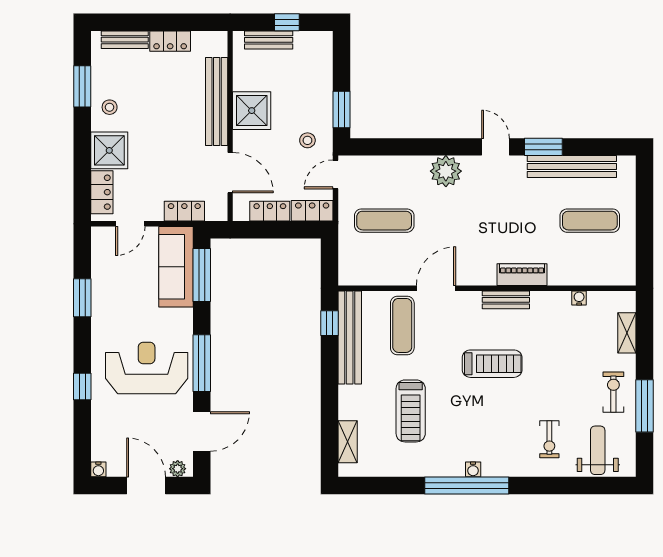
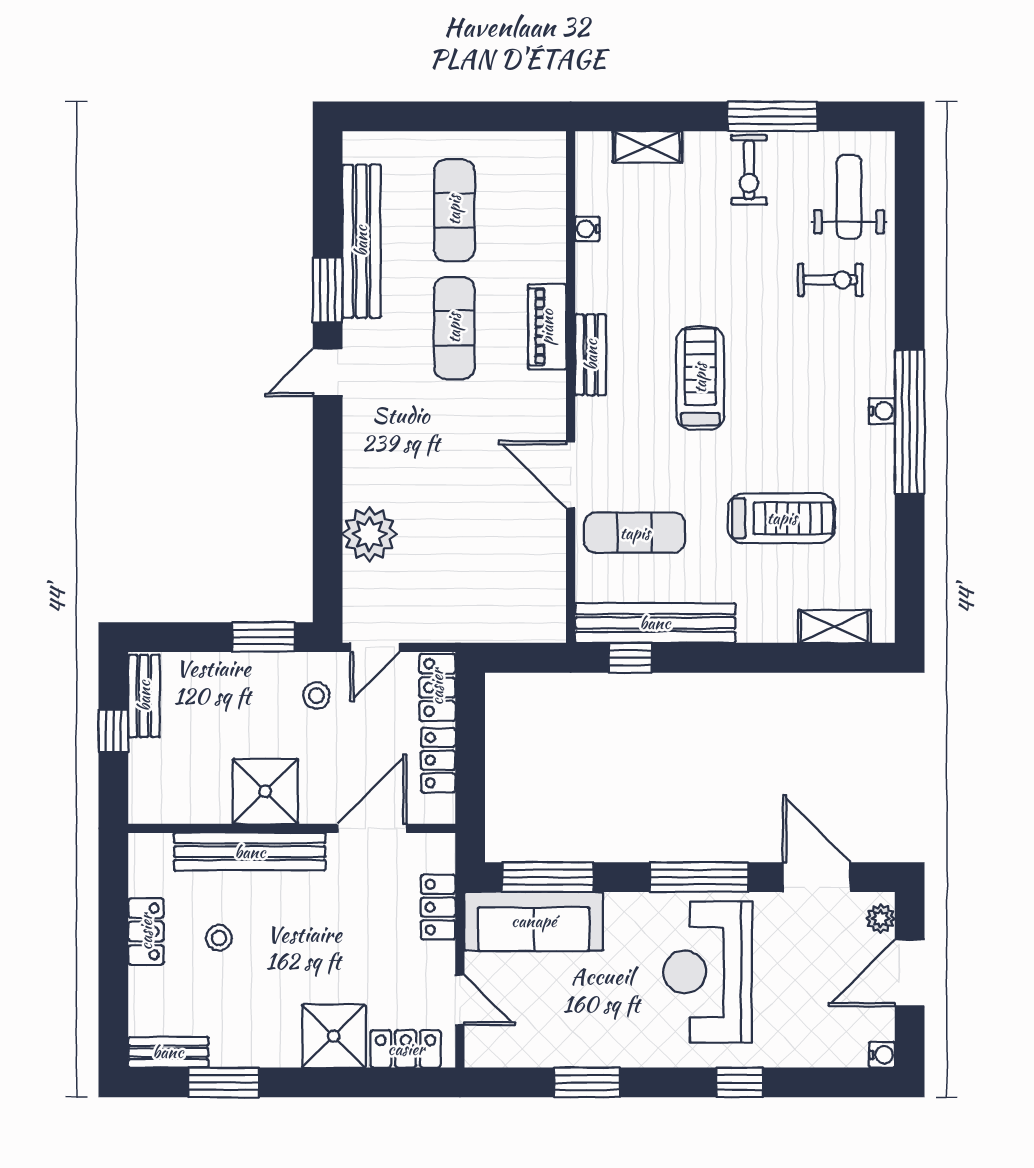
bench: (125, 40) -> (168, 1052), moved, turned 90
bench: (269, 40) -> (144, 696), moved
stool: (110, 107) -> (219, 938), moved
plant: (446, 171) -> (370, 534), moved
door: (335, 174) -> (375, 647), hinge flipped
exercise mat: (384, 221) -> (454, 328), moved
exercise bike: (613, 392) -> (749, 170), turned -90
weight bench: (598, 450) -> (849, 197), turned 90

